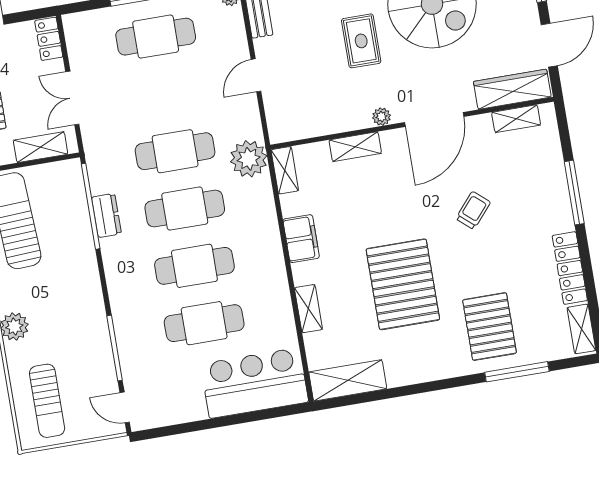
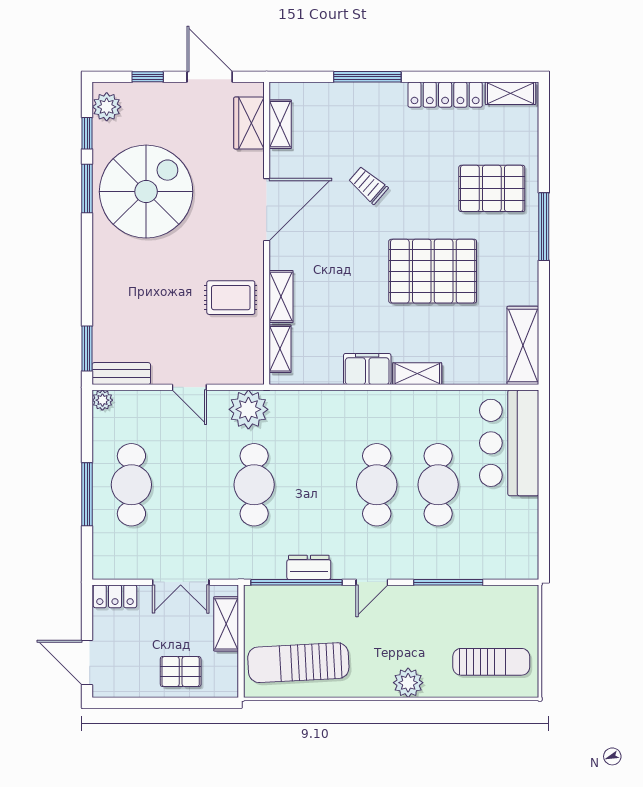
rug: (361, 41) -> (231, 298), moved
wardrobe: (512, 89) -> (249, 123), width x0.67
plant: (381, 117) -> (254, 264), removed
door: (434, 119) -> (267, 210), hinge flipped
plant: (249, 159) -> (248, 409), moved
shelving: (285, 170) -> (280, 349), moved, turned 90
cafe table: (185, 209) -> (315, 485), removed
shelving: (308, 309) -> (417, 374), moved
window: (517, 372) -> (544, 227), moved
door: (125, 407) -> (372, 582), moved

